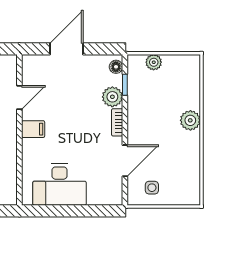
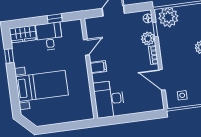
plant: (154, 62) -> (168, 17), width x1.88, depth x1.88
door: (125, 161) -> (162, 80), swing flipped
desk: (60, 184) -> (109, 99), moved, turned 90

